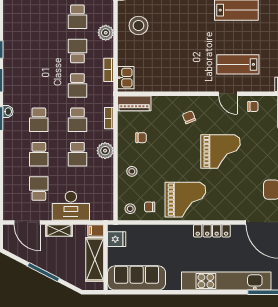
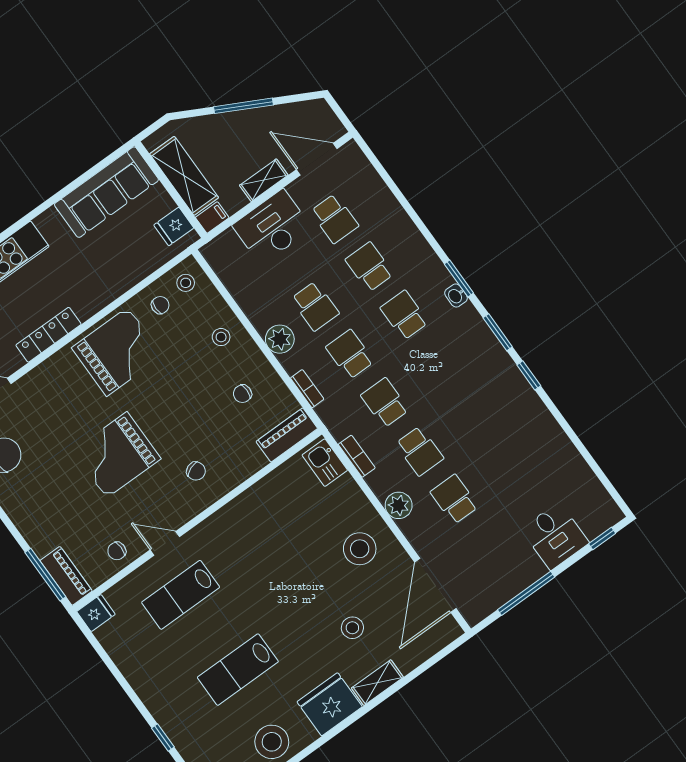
lab bench: (238, 64) -> (181, 595), turned 180
school desk: (77, 154) -> (315, 306), turned 180
grand piano: (185, 200) -> (117, 352), turned 180

